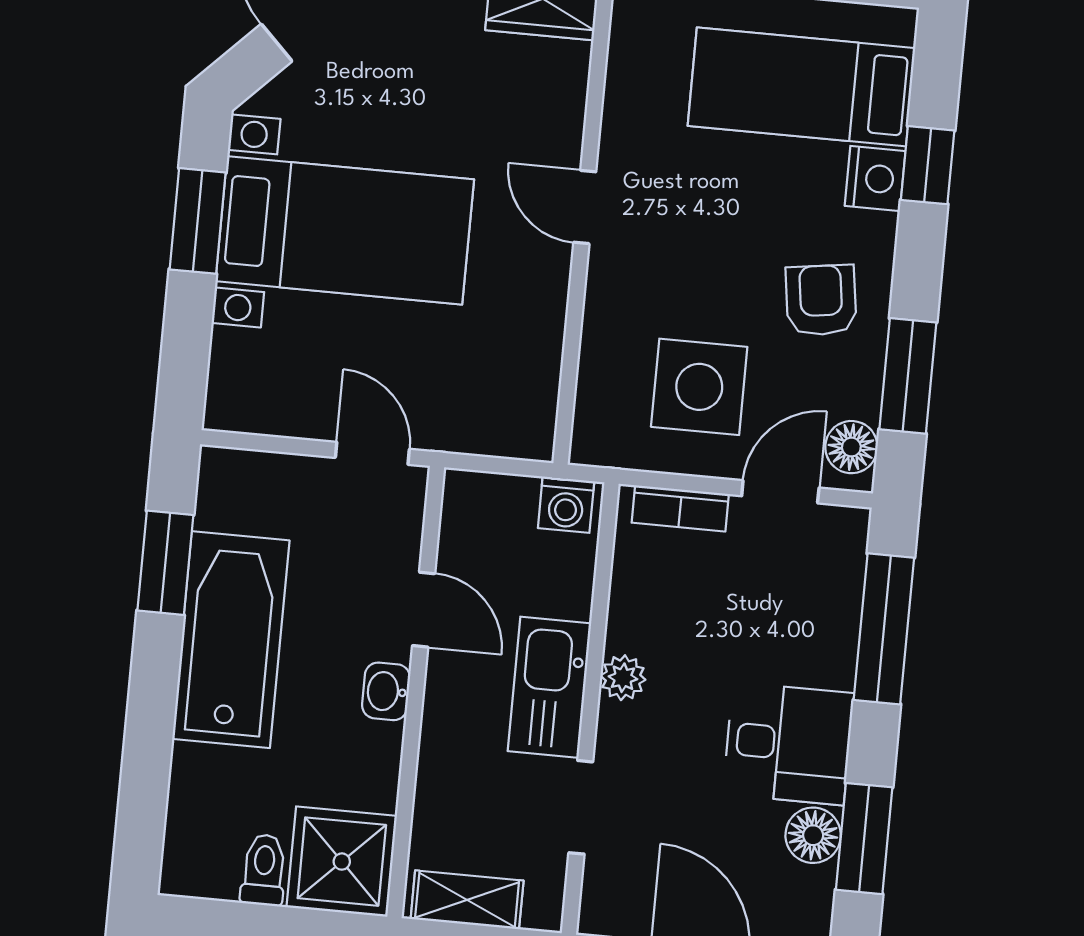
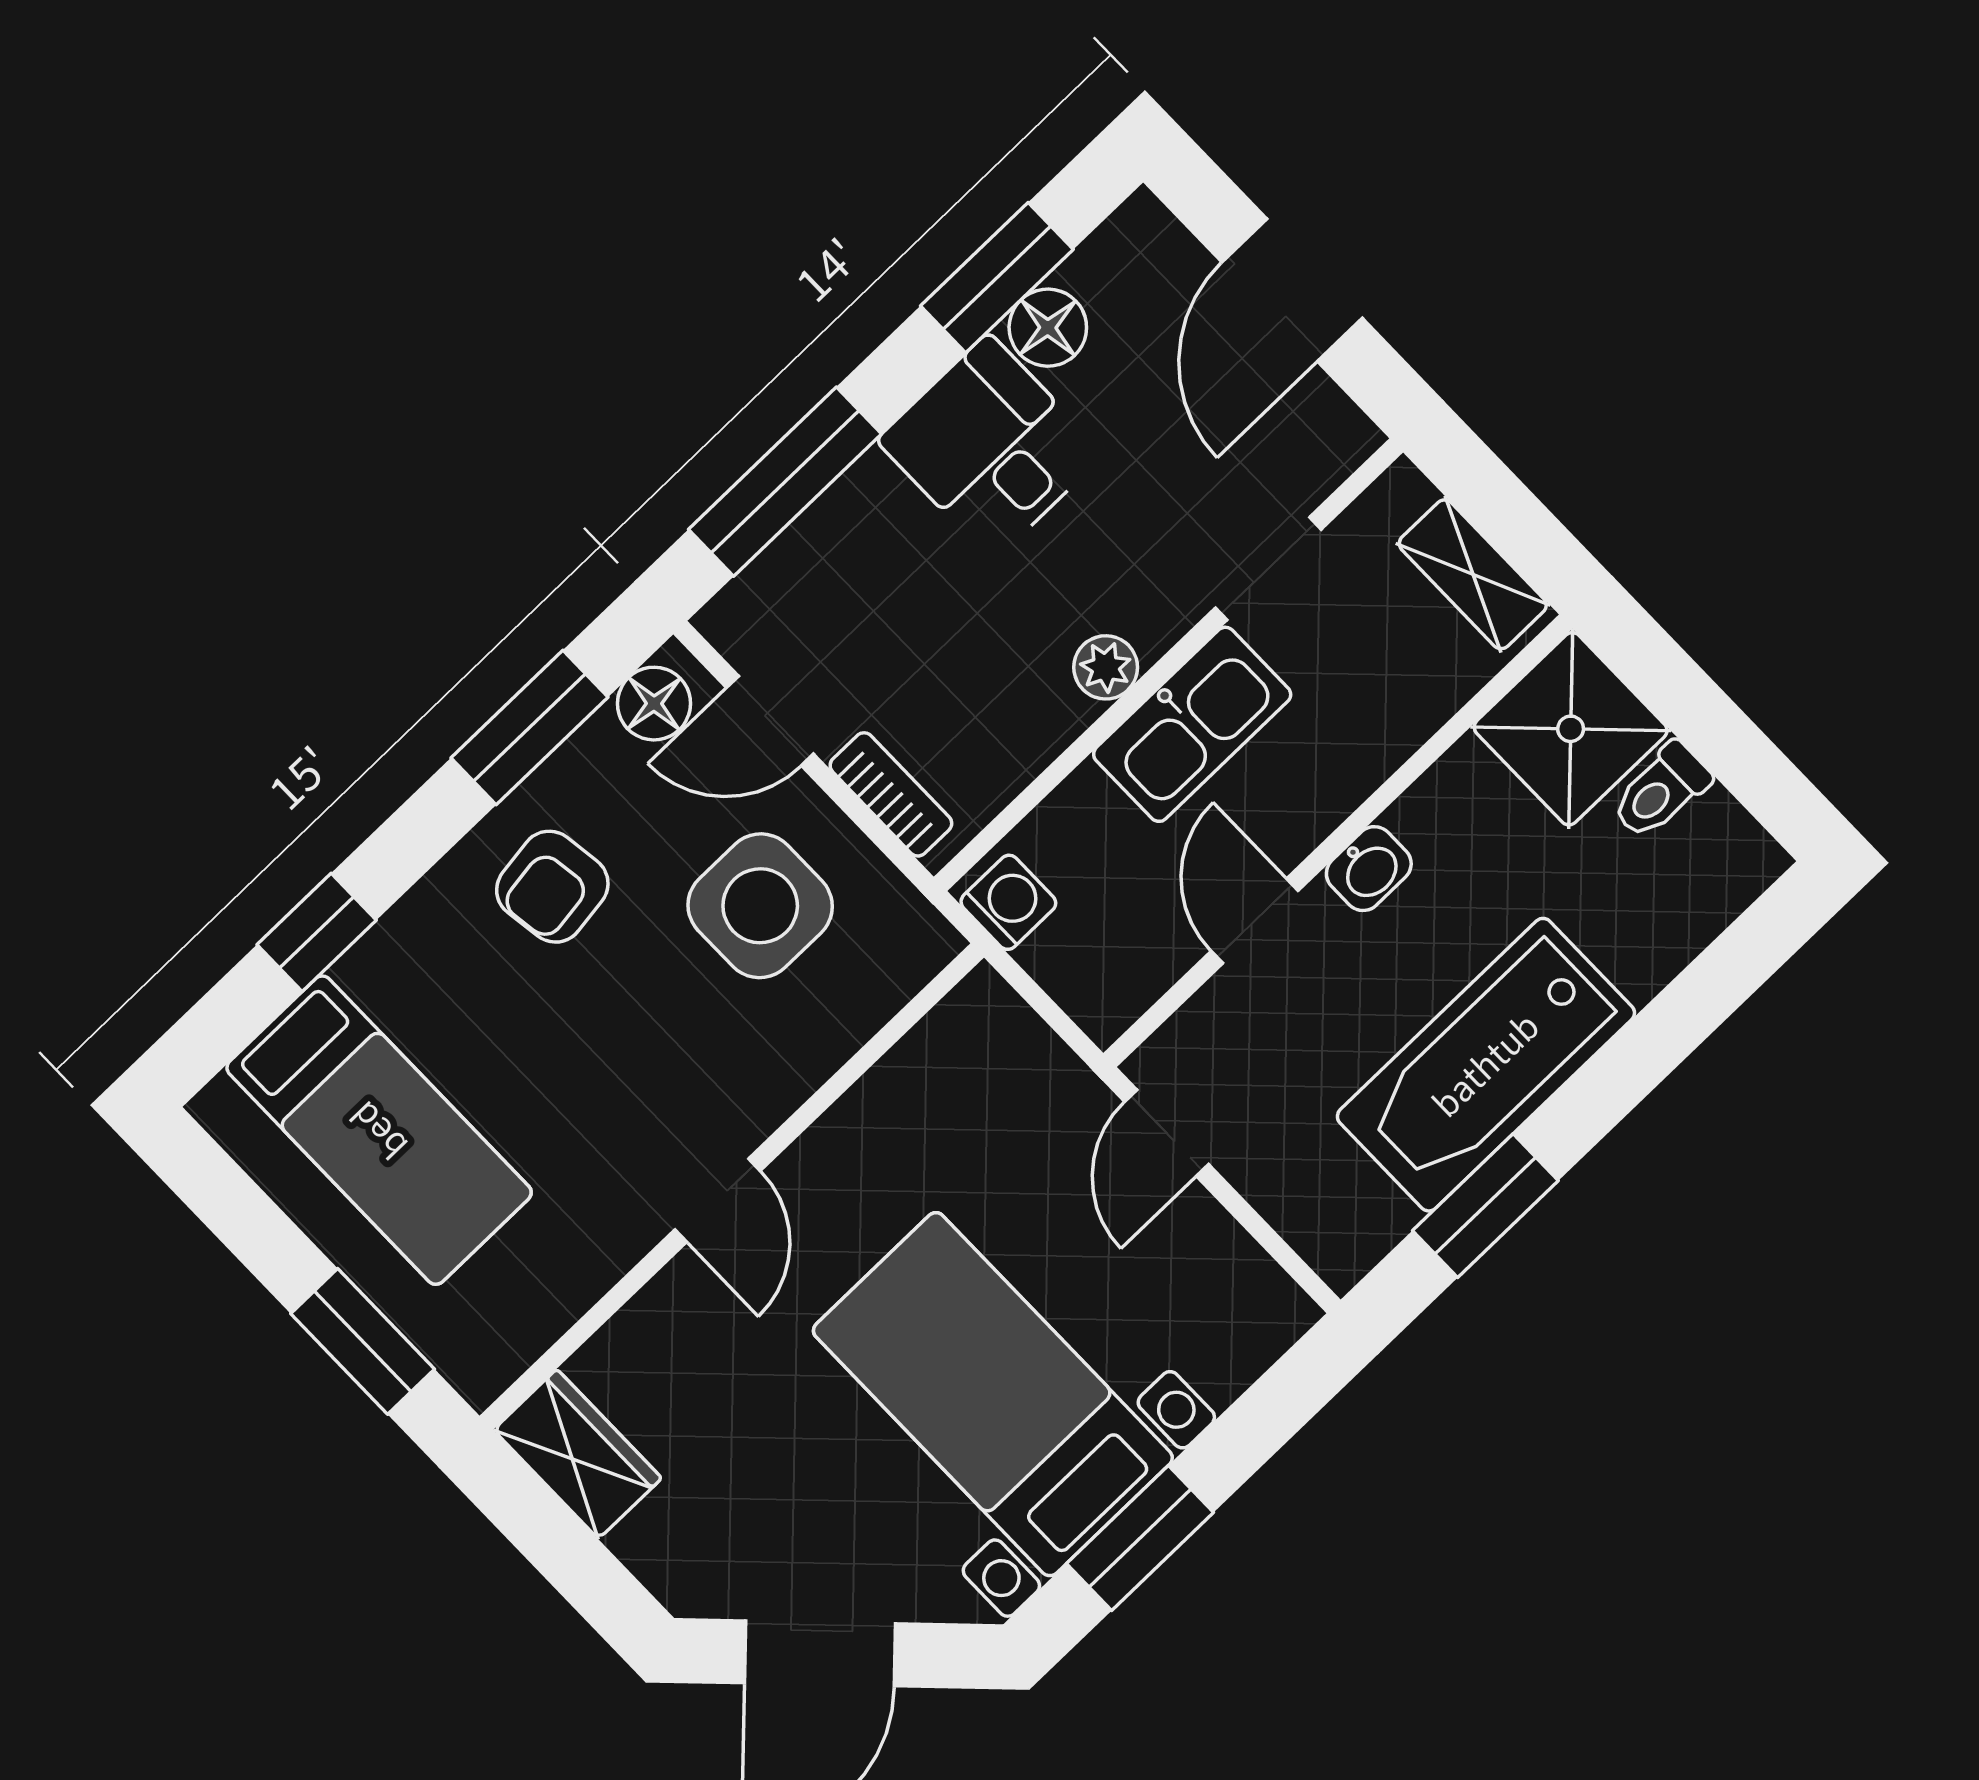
nightstand: (875, 179) -> (384, 966), removed

